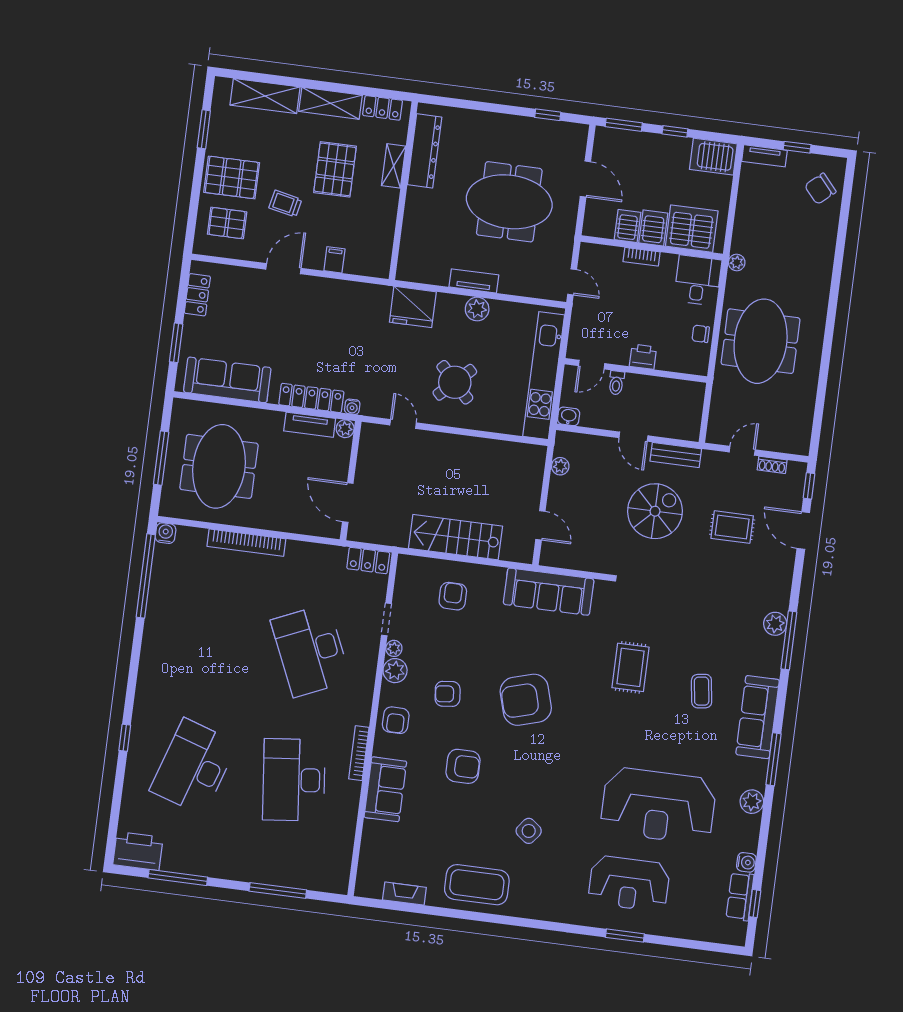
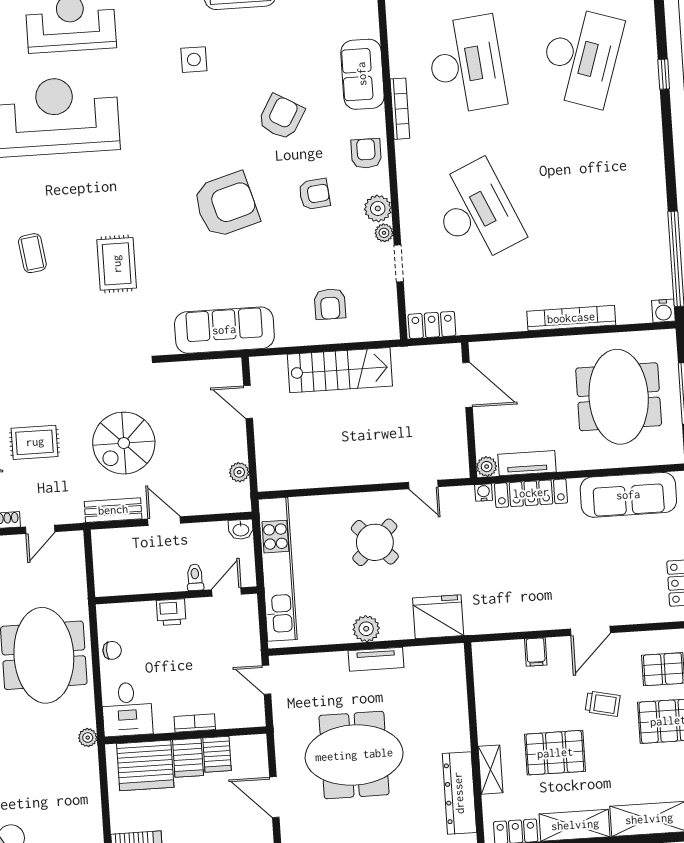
pallet: (335, 169) -> (555, 753), turned 90
armchair: (463, 766) -> (281, 117), turned 120
side table: (529, 831) -> (194, 60), turned -38

